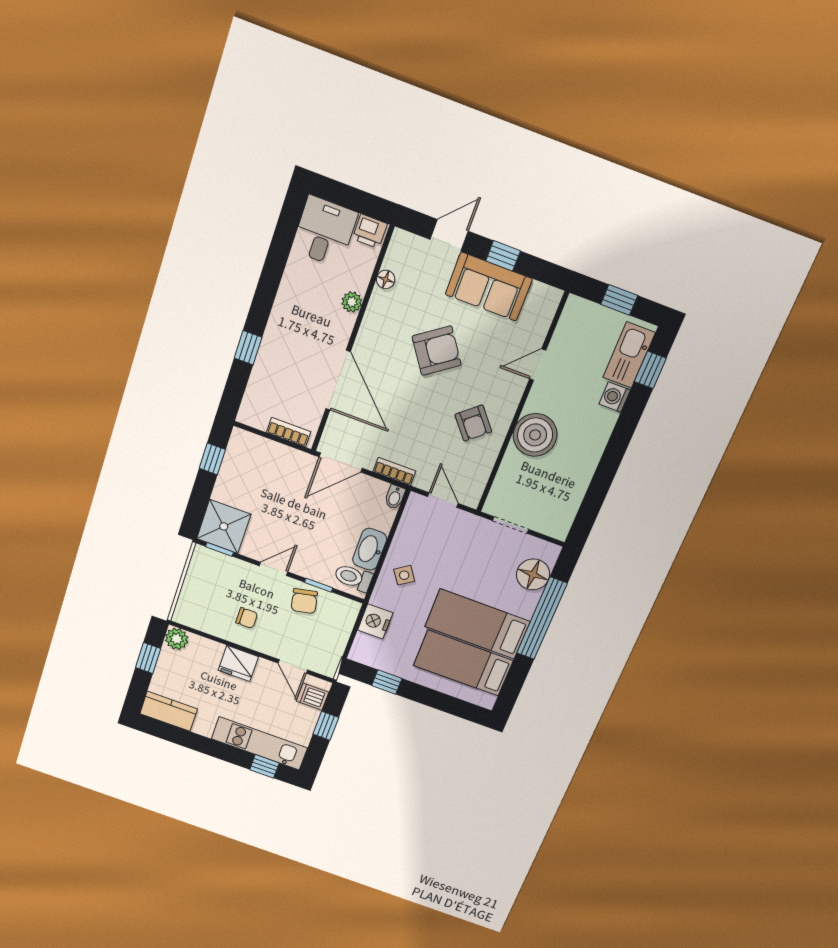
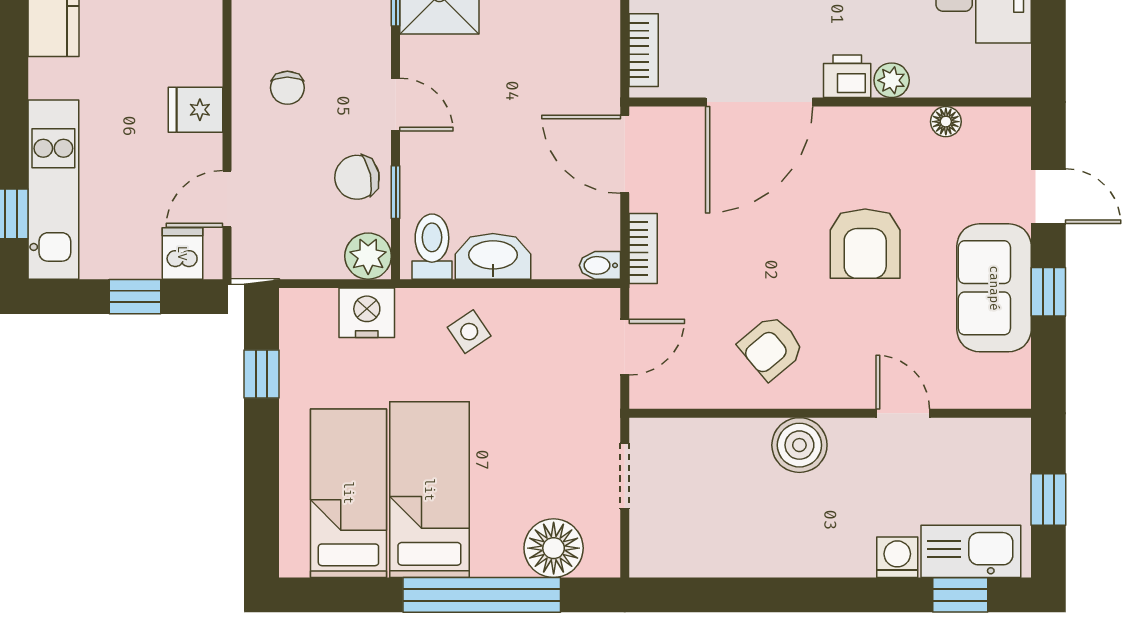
printer: (370, 231) -> (847, 76), moved, turned 90
armchair: (437, 351) -> (865, 244), turned 35
boiler: (535, 435) -> (799, 445), width x0.73, depth x0.73
plant: (347, 610) -> (368, 256), added
fridge: (238, 663) -> (196, 110), width x0.72

